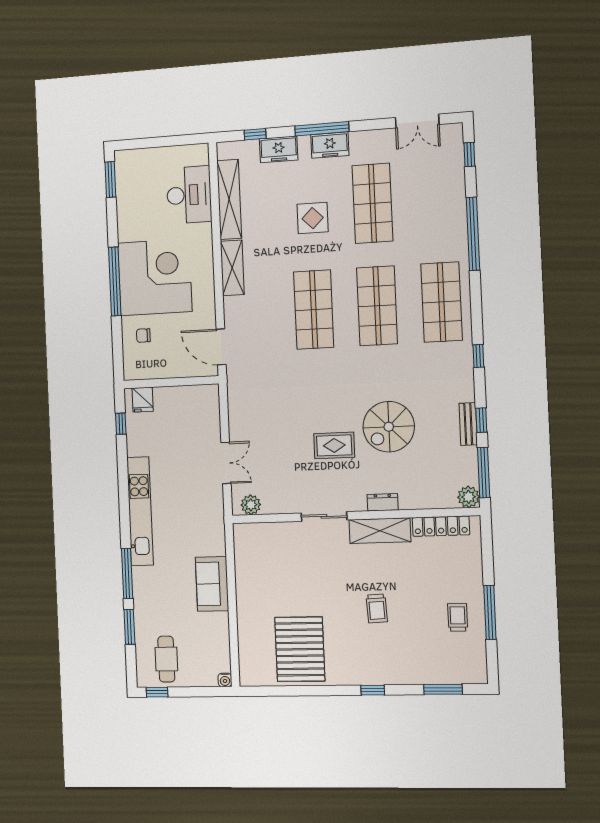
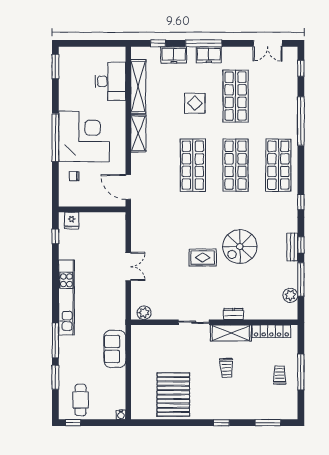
dresser: (383, 502) -> (233, 314), moved
plant: (251, 505) -> (144, 313), moved
wall: (354, 515) -> (214, 322), moved
sliding door: (324, 516) -> (194, 322), moved
locker: (441, 526) -> (271, 331), moved
shelving: (380, 531) -> (231, 333), moved

